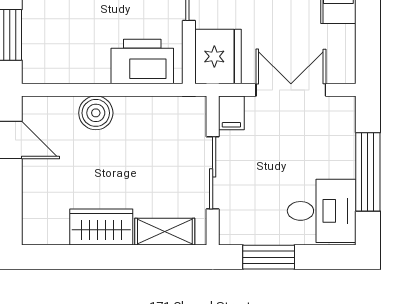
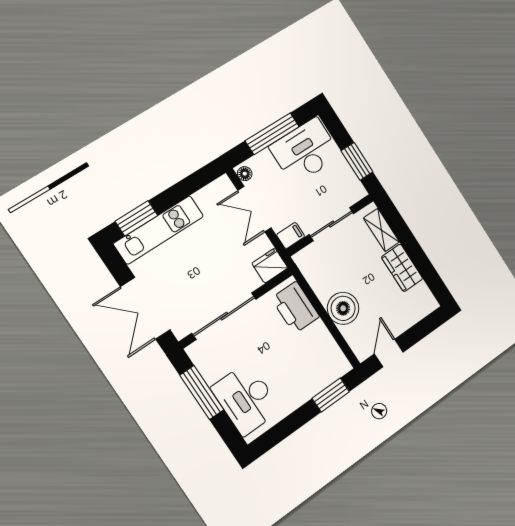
fridge: (218, 56) -> (270, 266), width x0.73, depth x0.75
floor lamp: (341, 106) -> (245, 174), added
boiler: (96, 113) -> (343, 308), width x1.37, depth x1.37
desk: (322, 211) -> (305, 151), width x1.37

